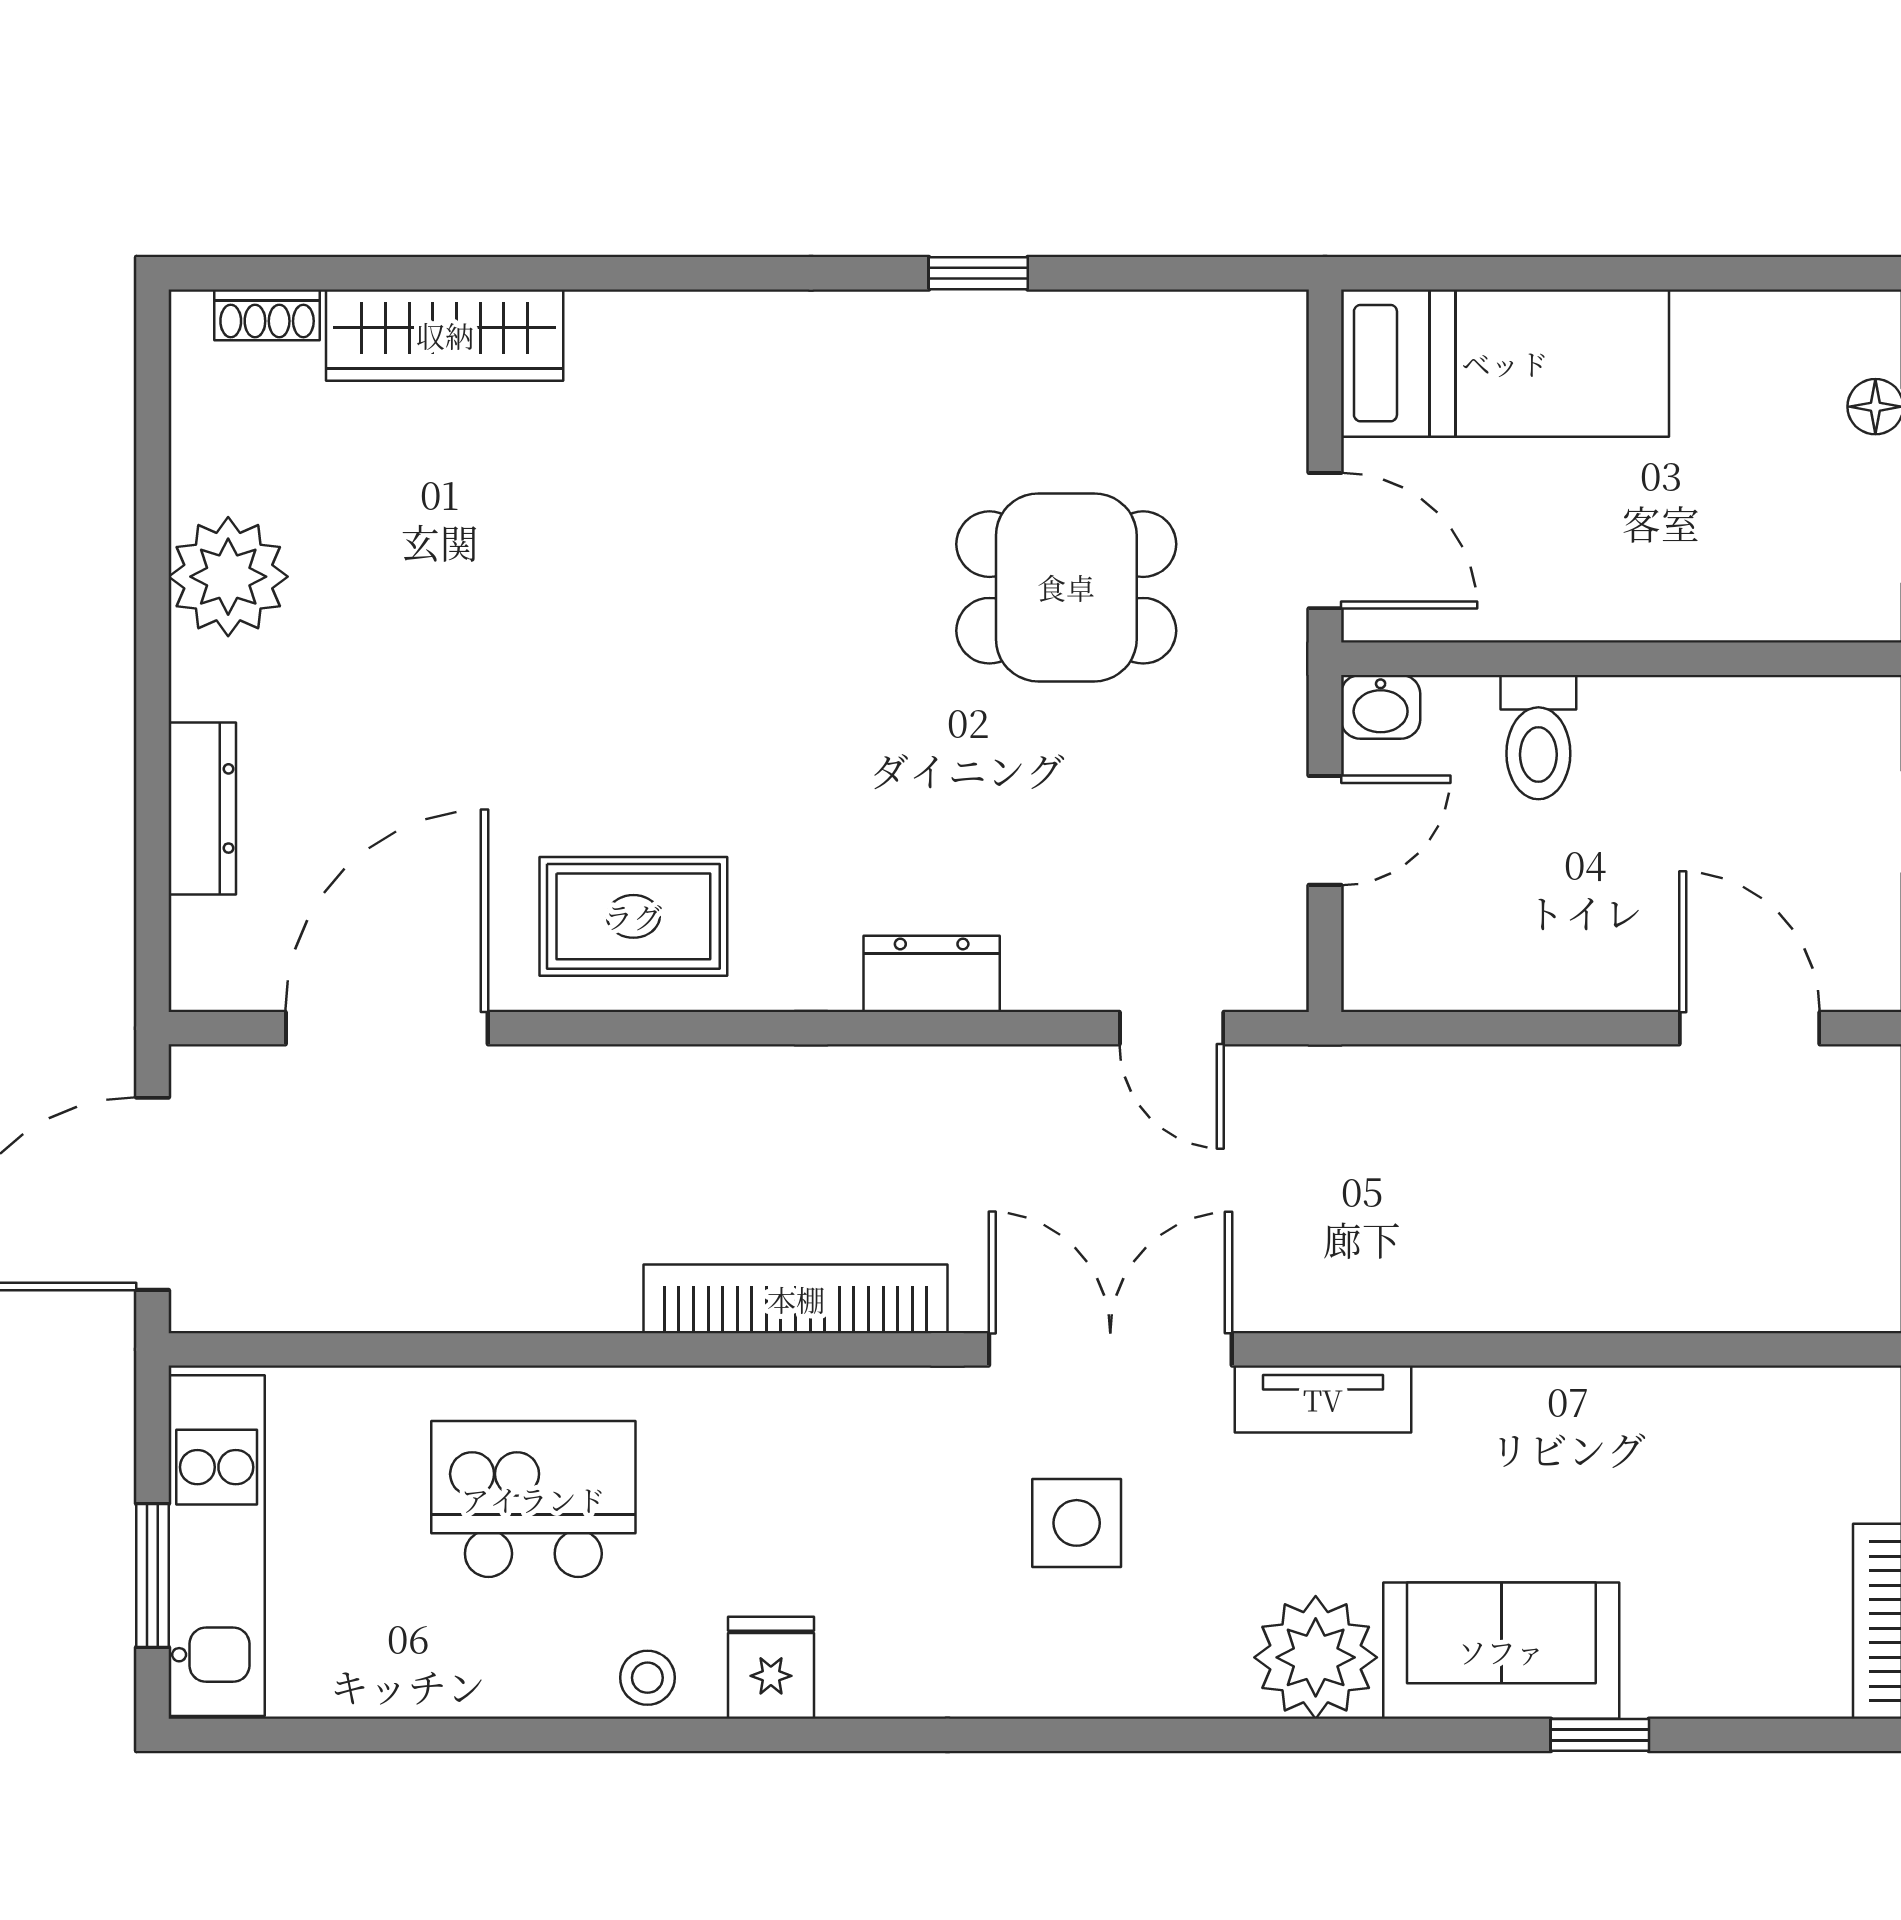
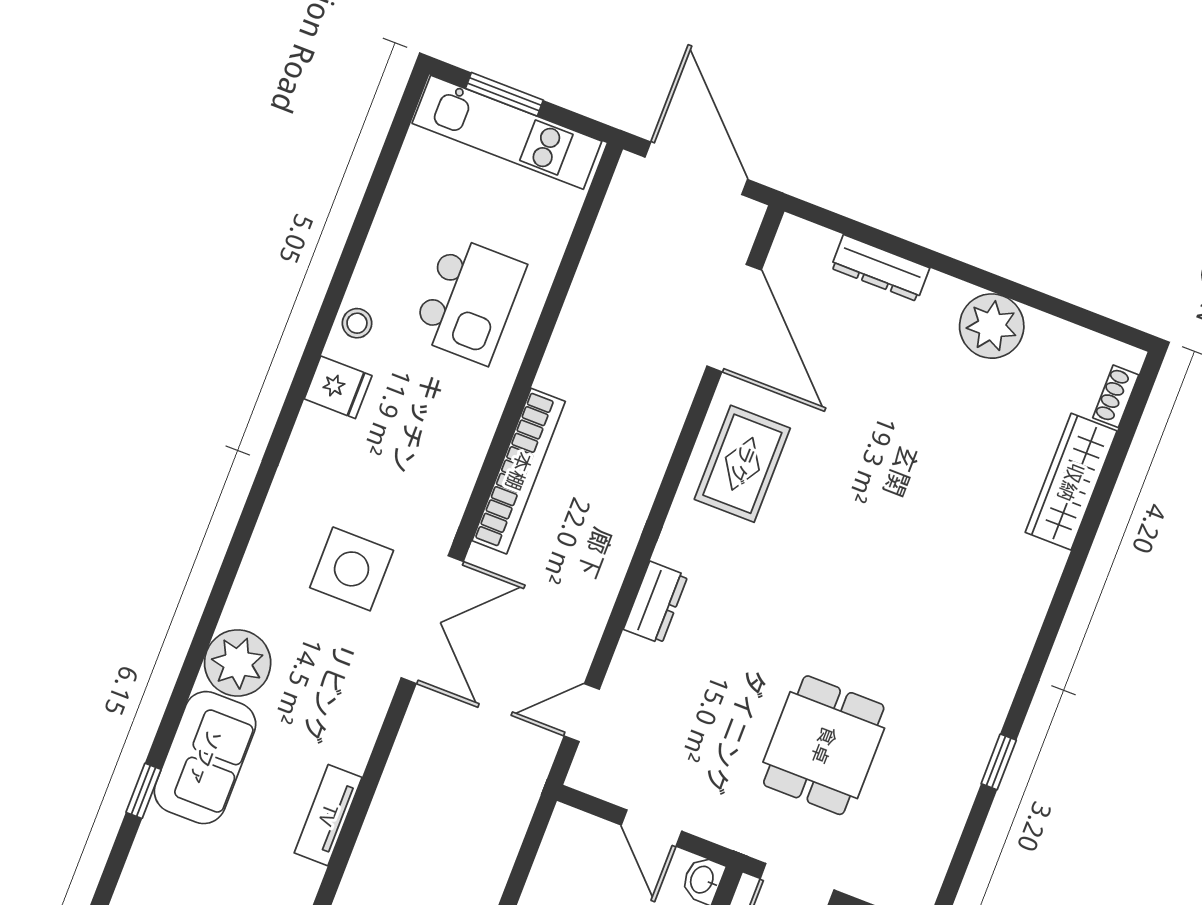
tv unit: (1323, 1399) -> (328, 815), moved
side table: (1077, 1523) -> (352, 569), width x1.37, depth x1.37

